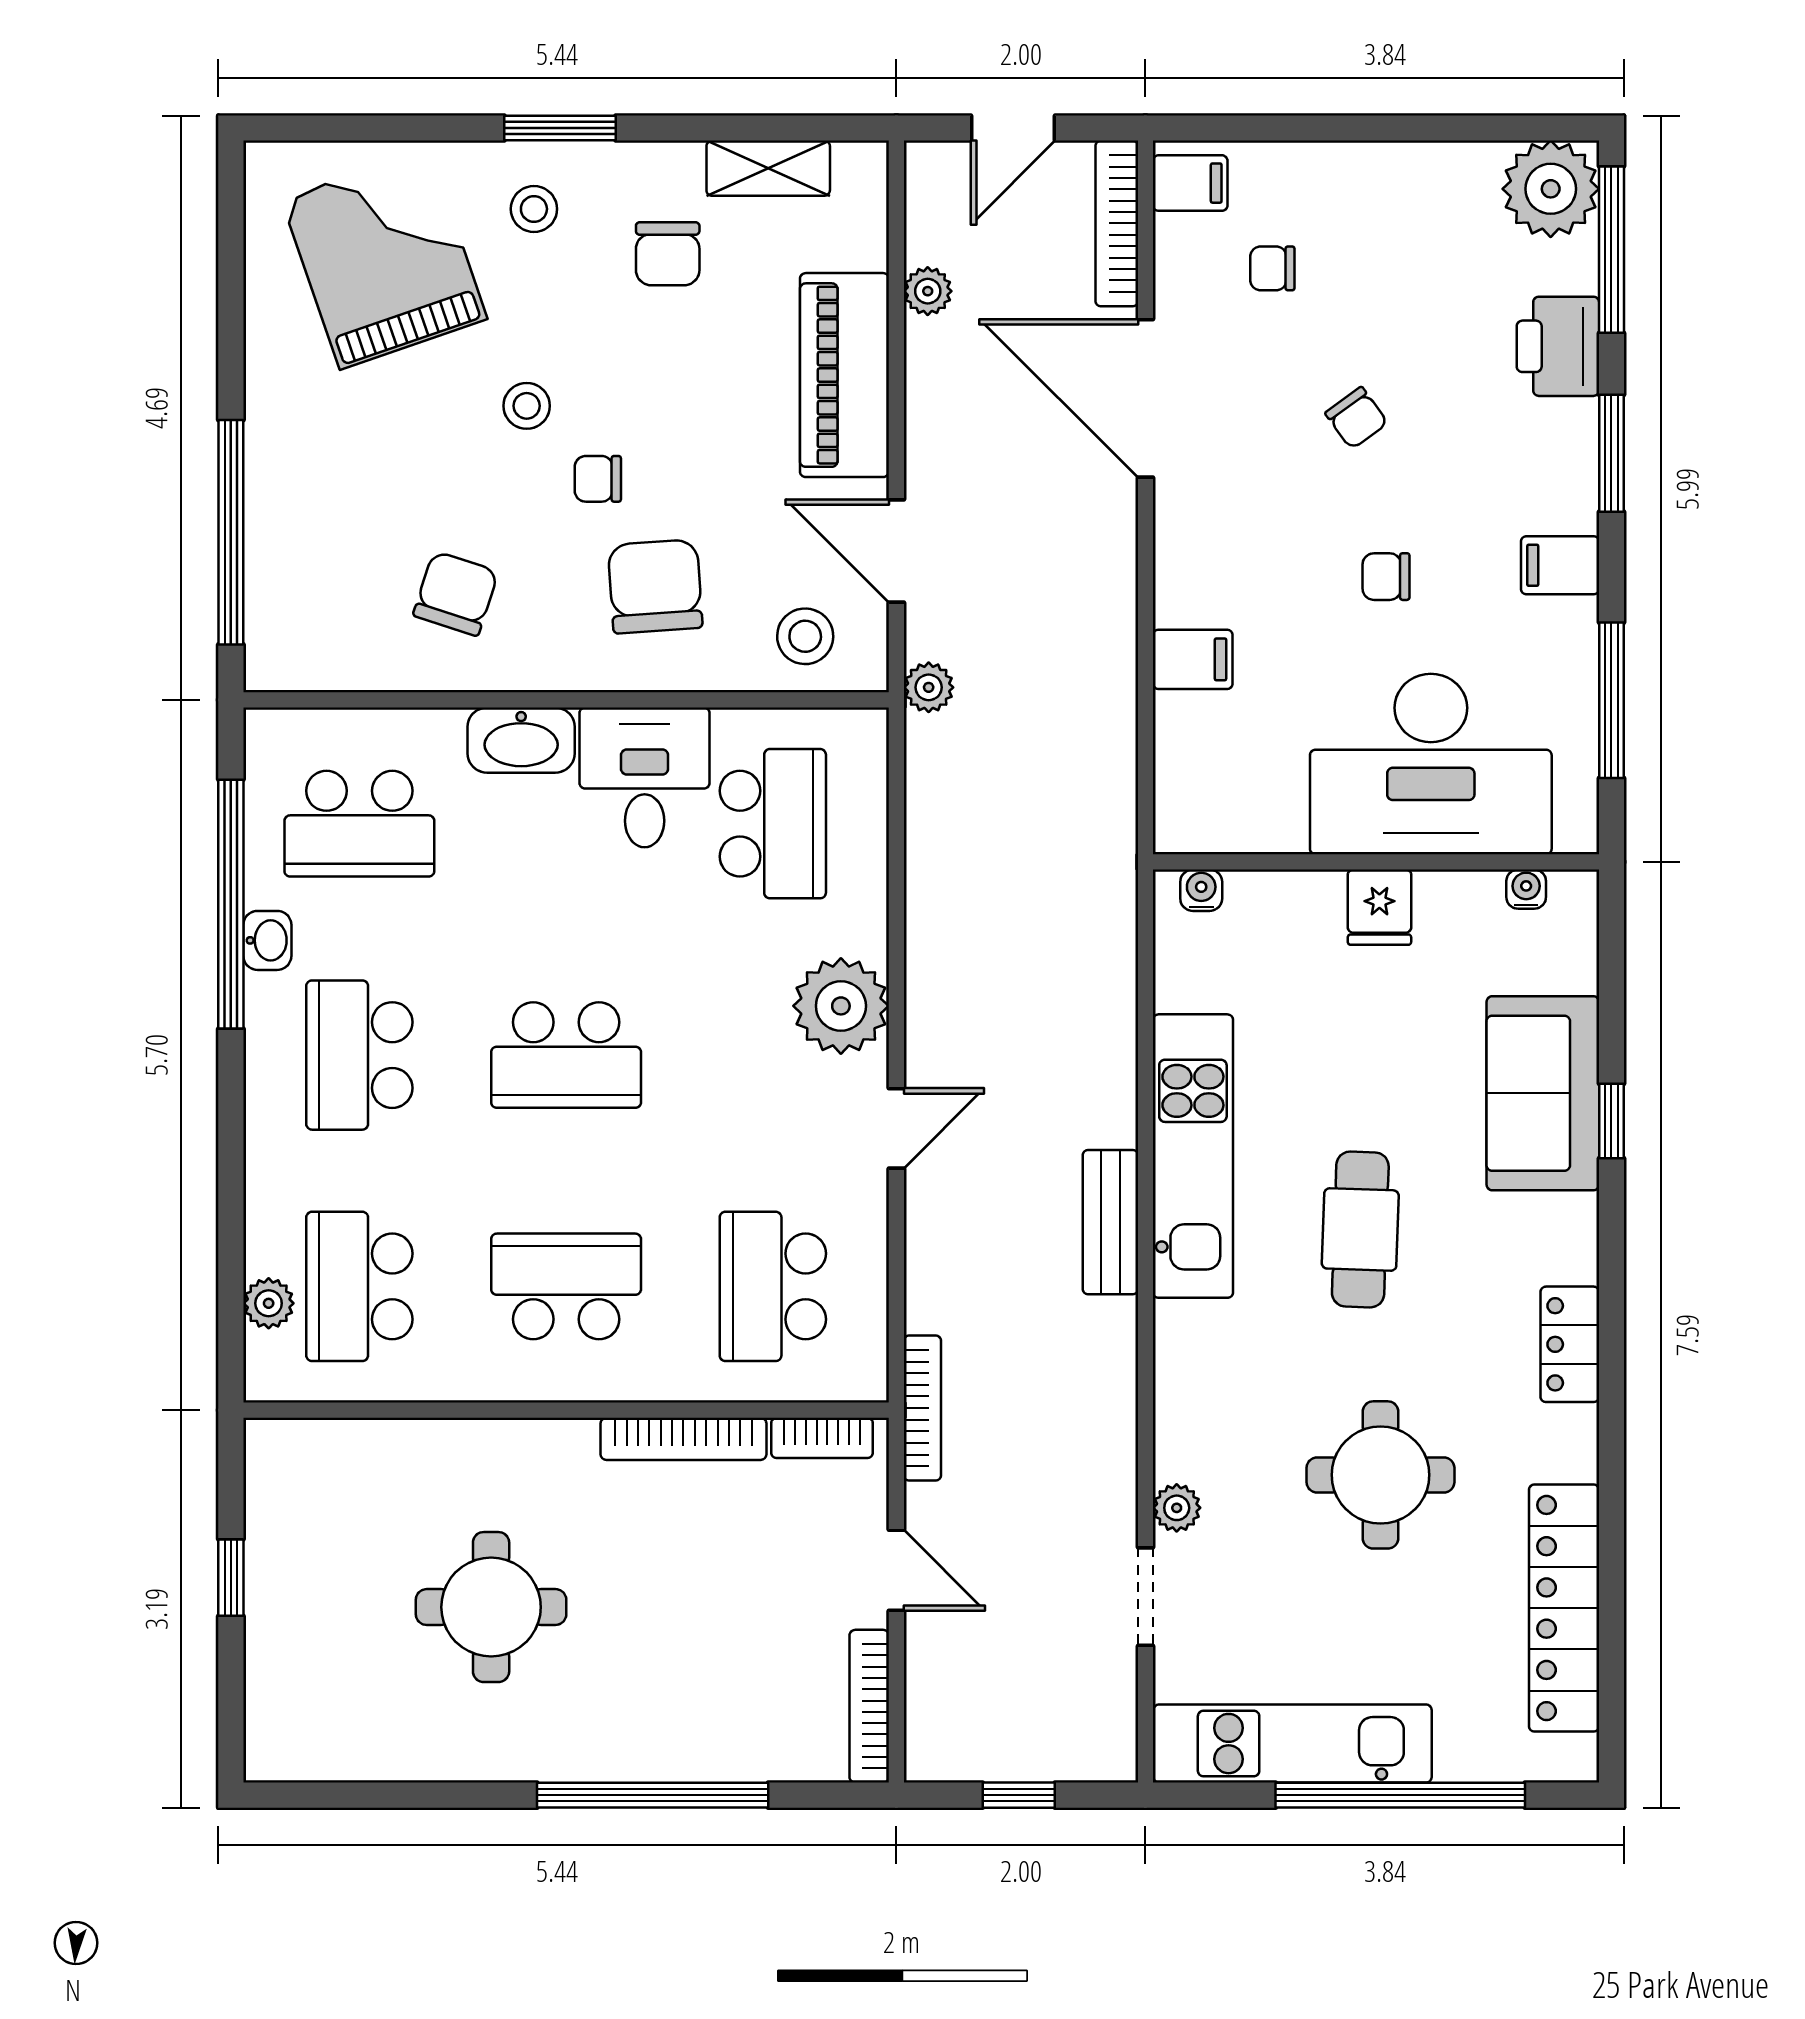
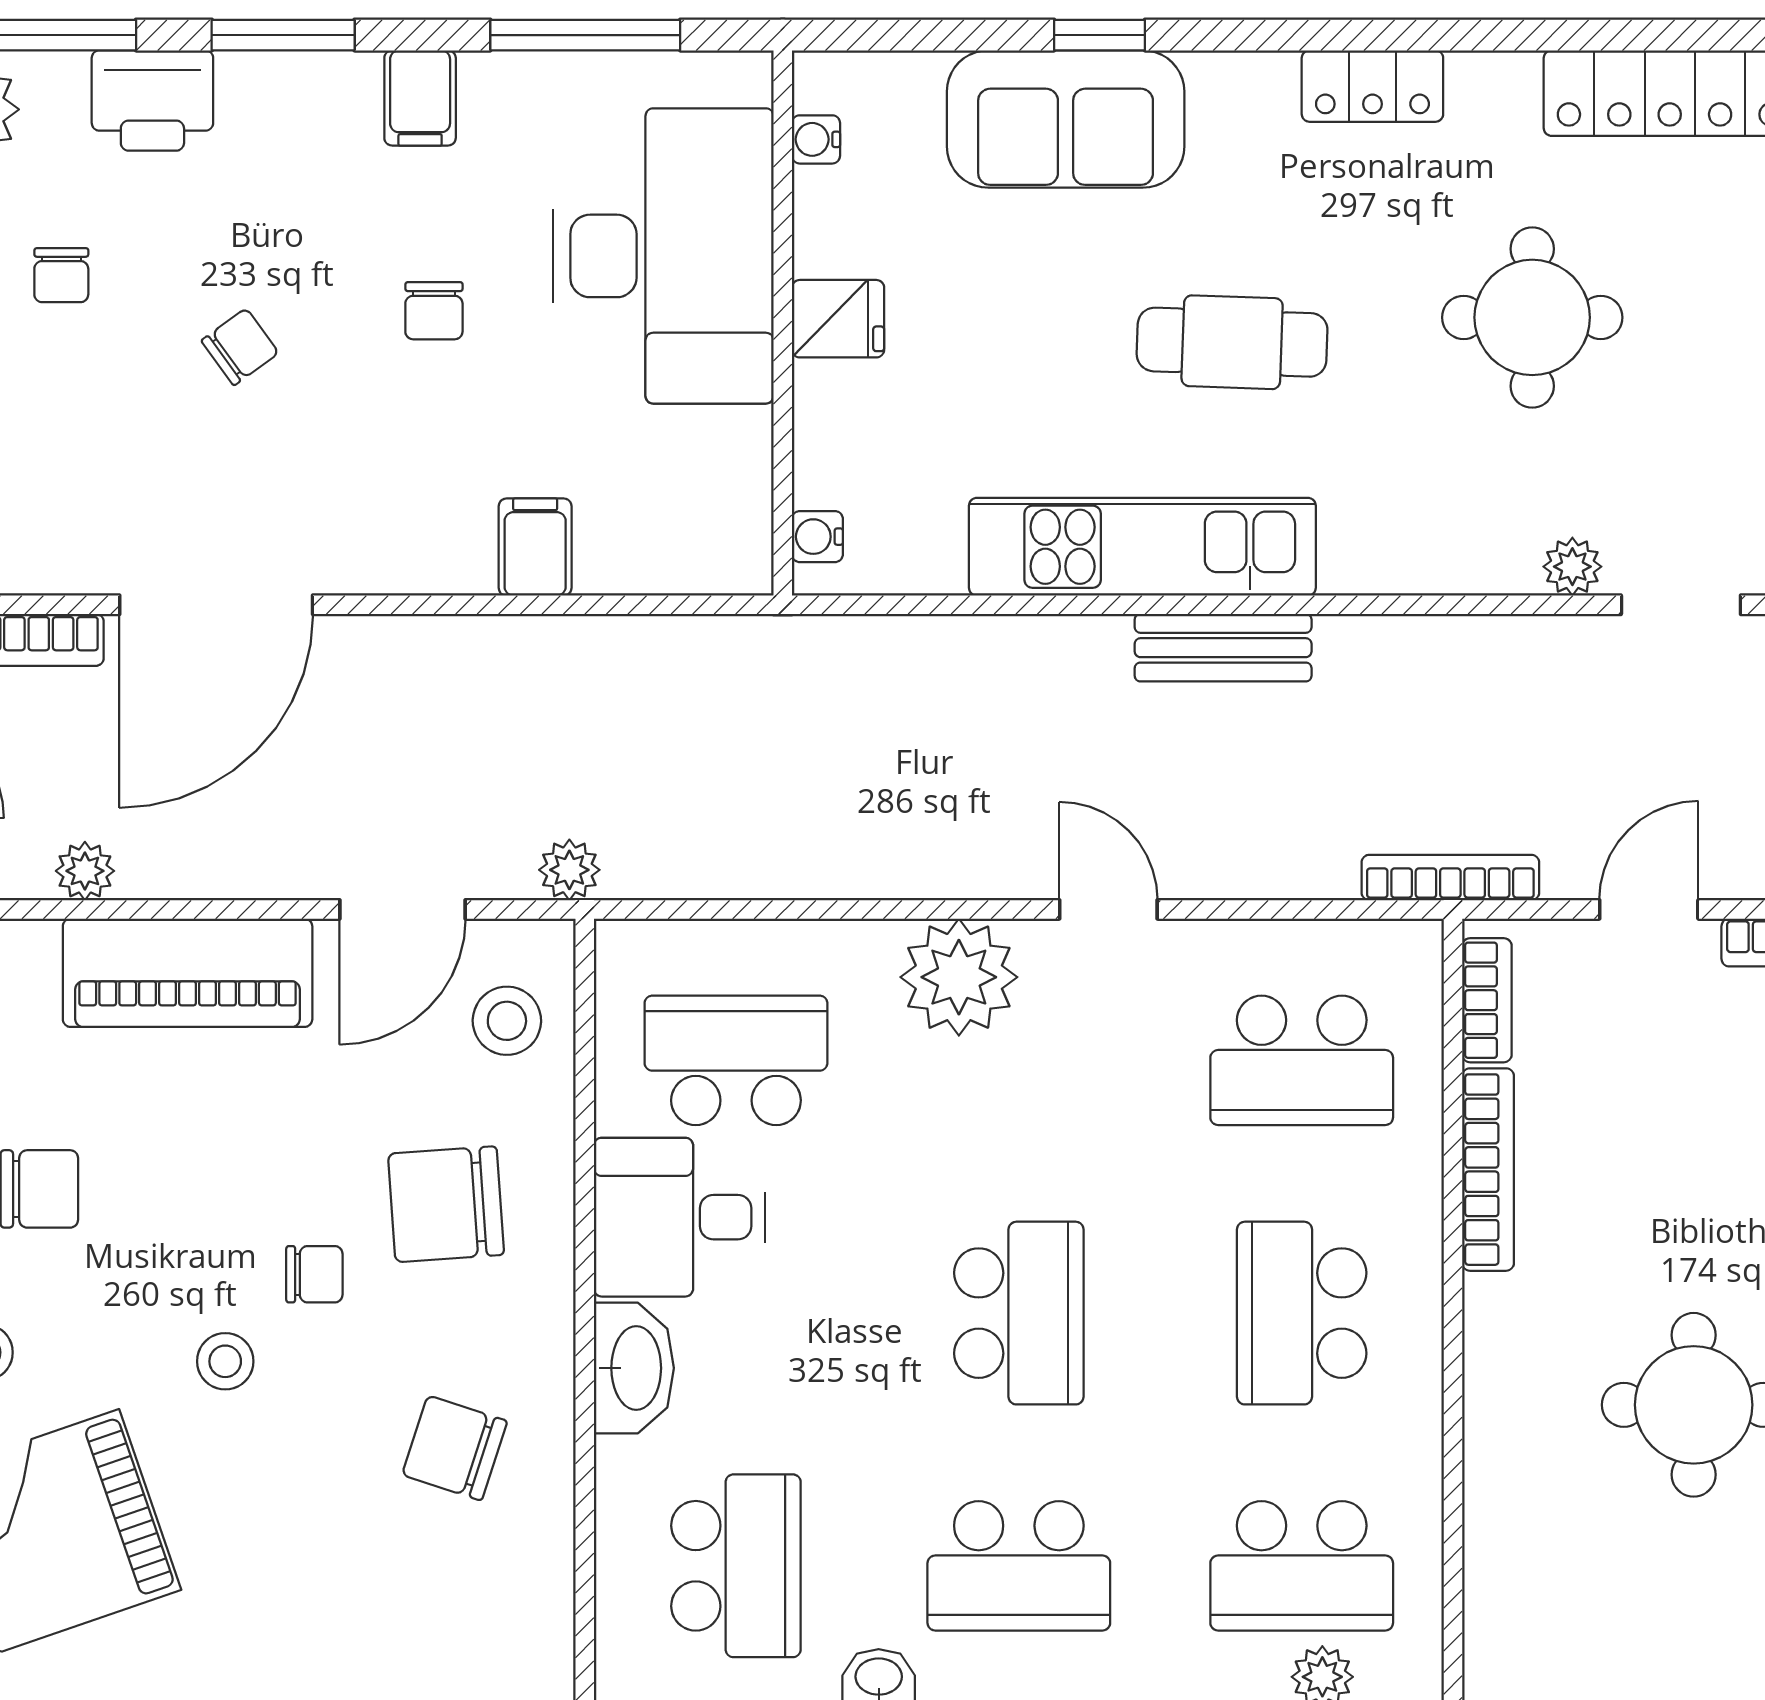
chair: (1272, 268) -> (61, 275), moved
chair: (598, 479) -> (314, 1274), turned -90

